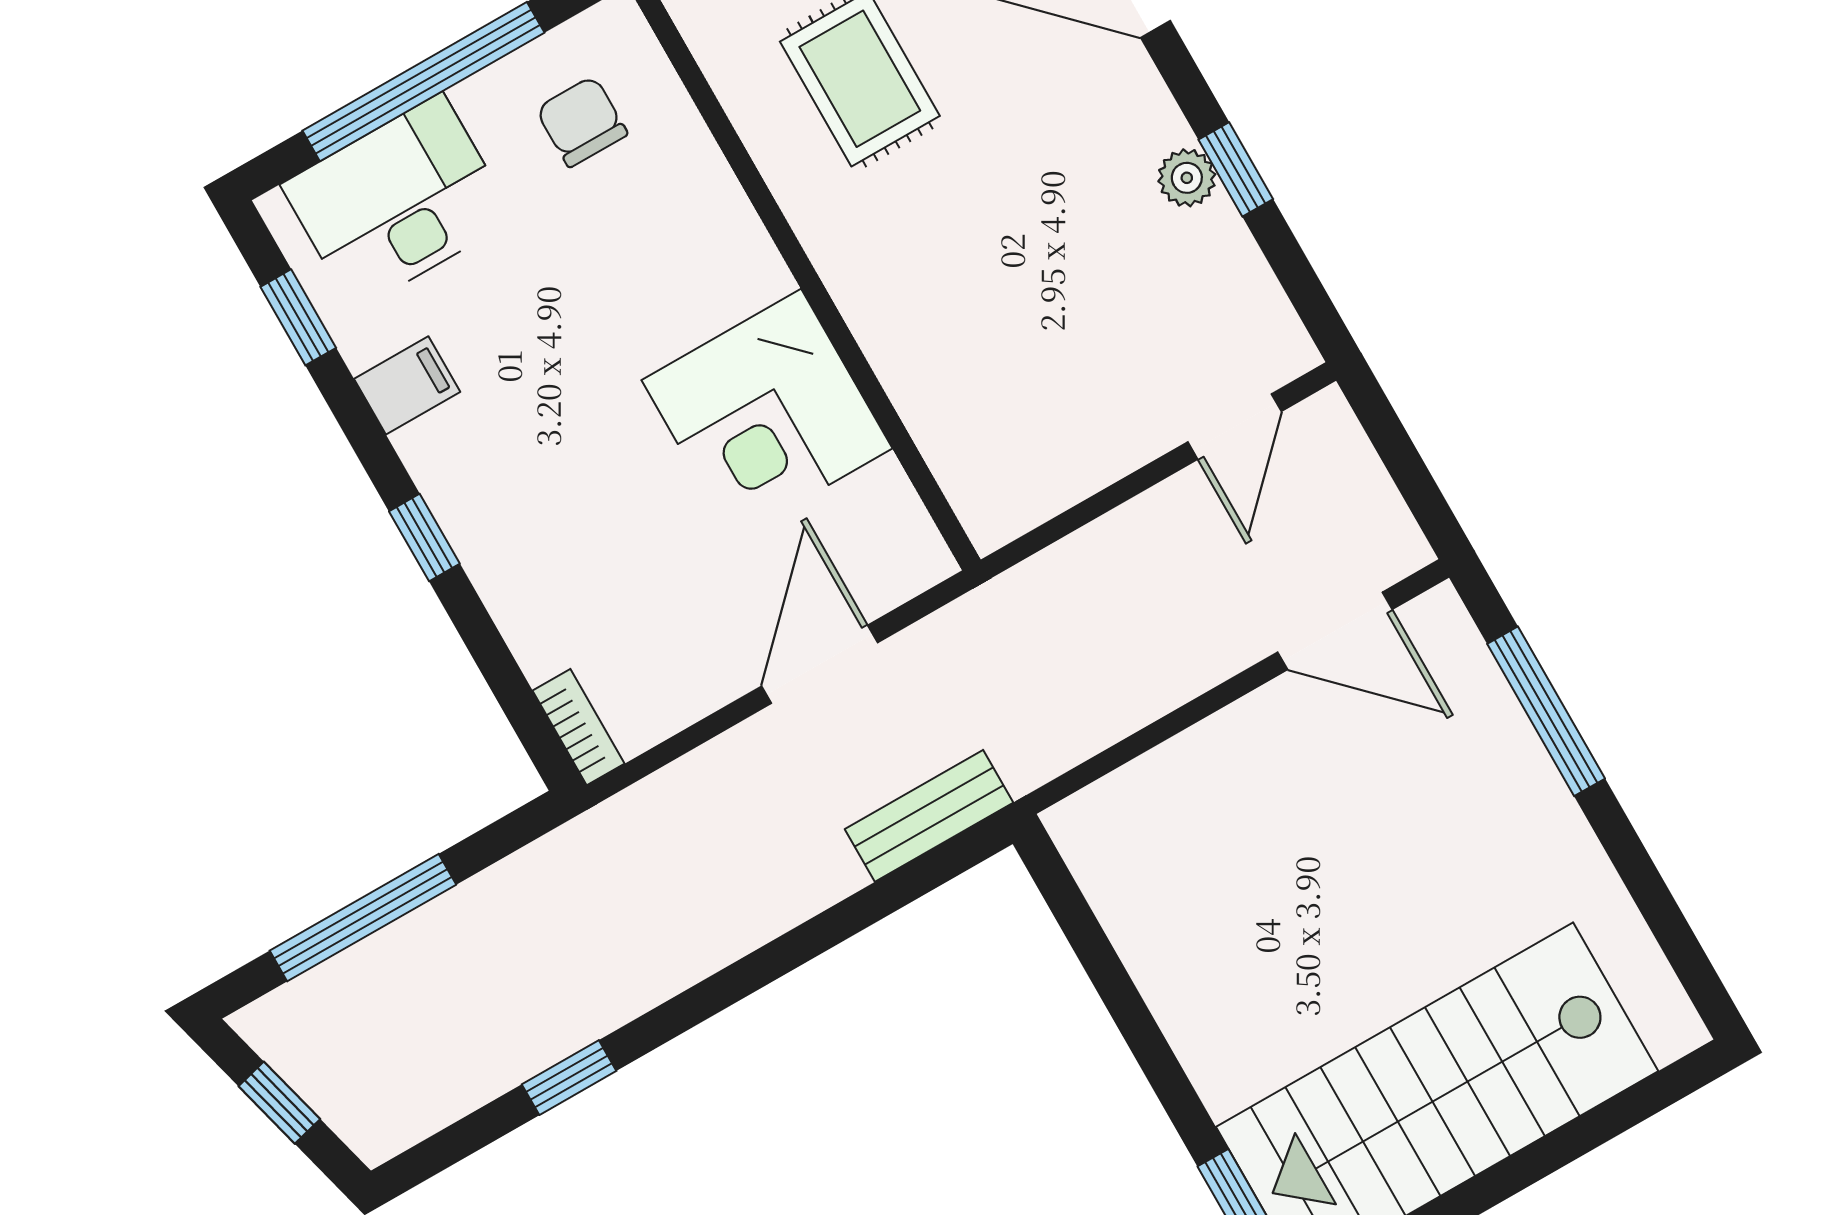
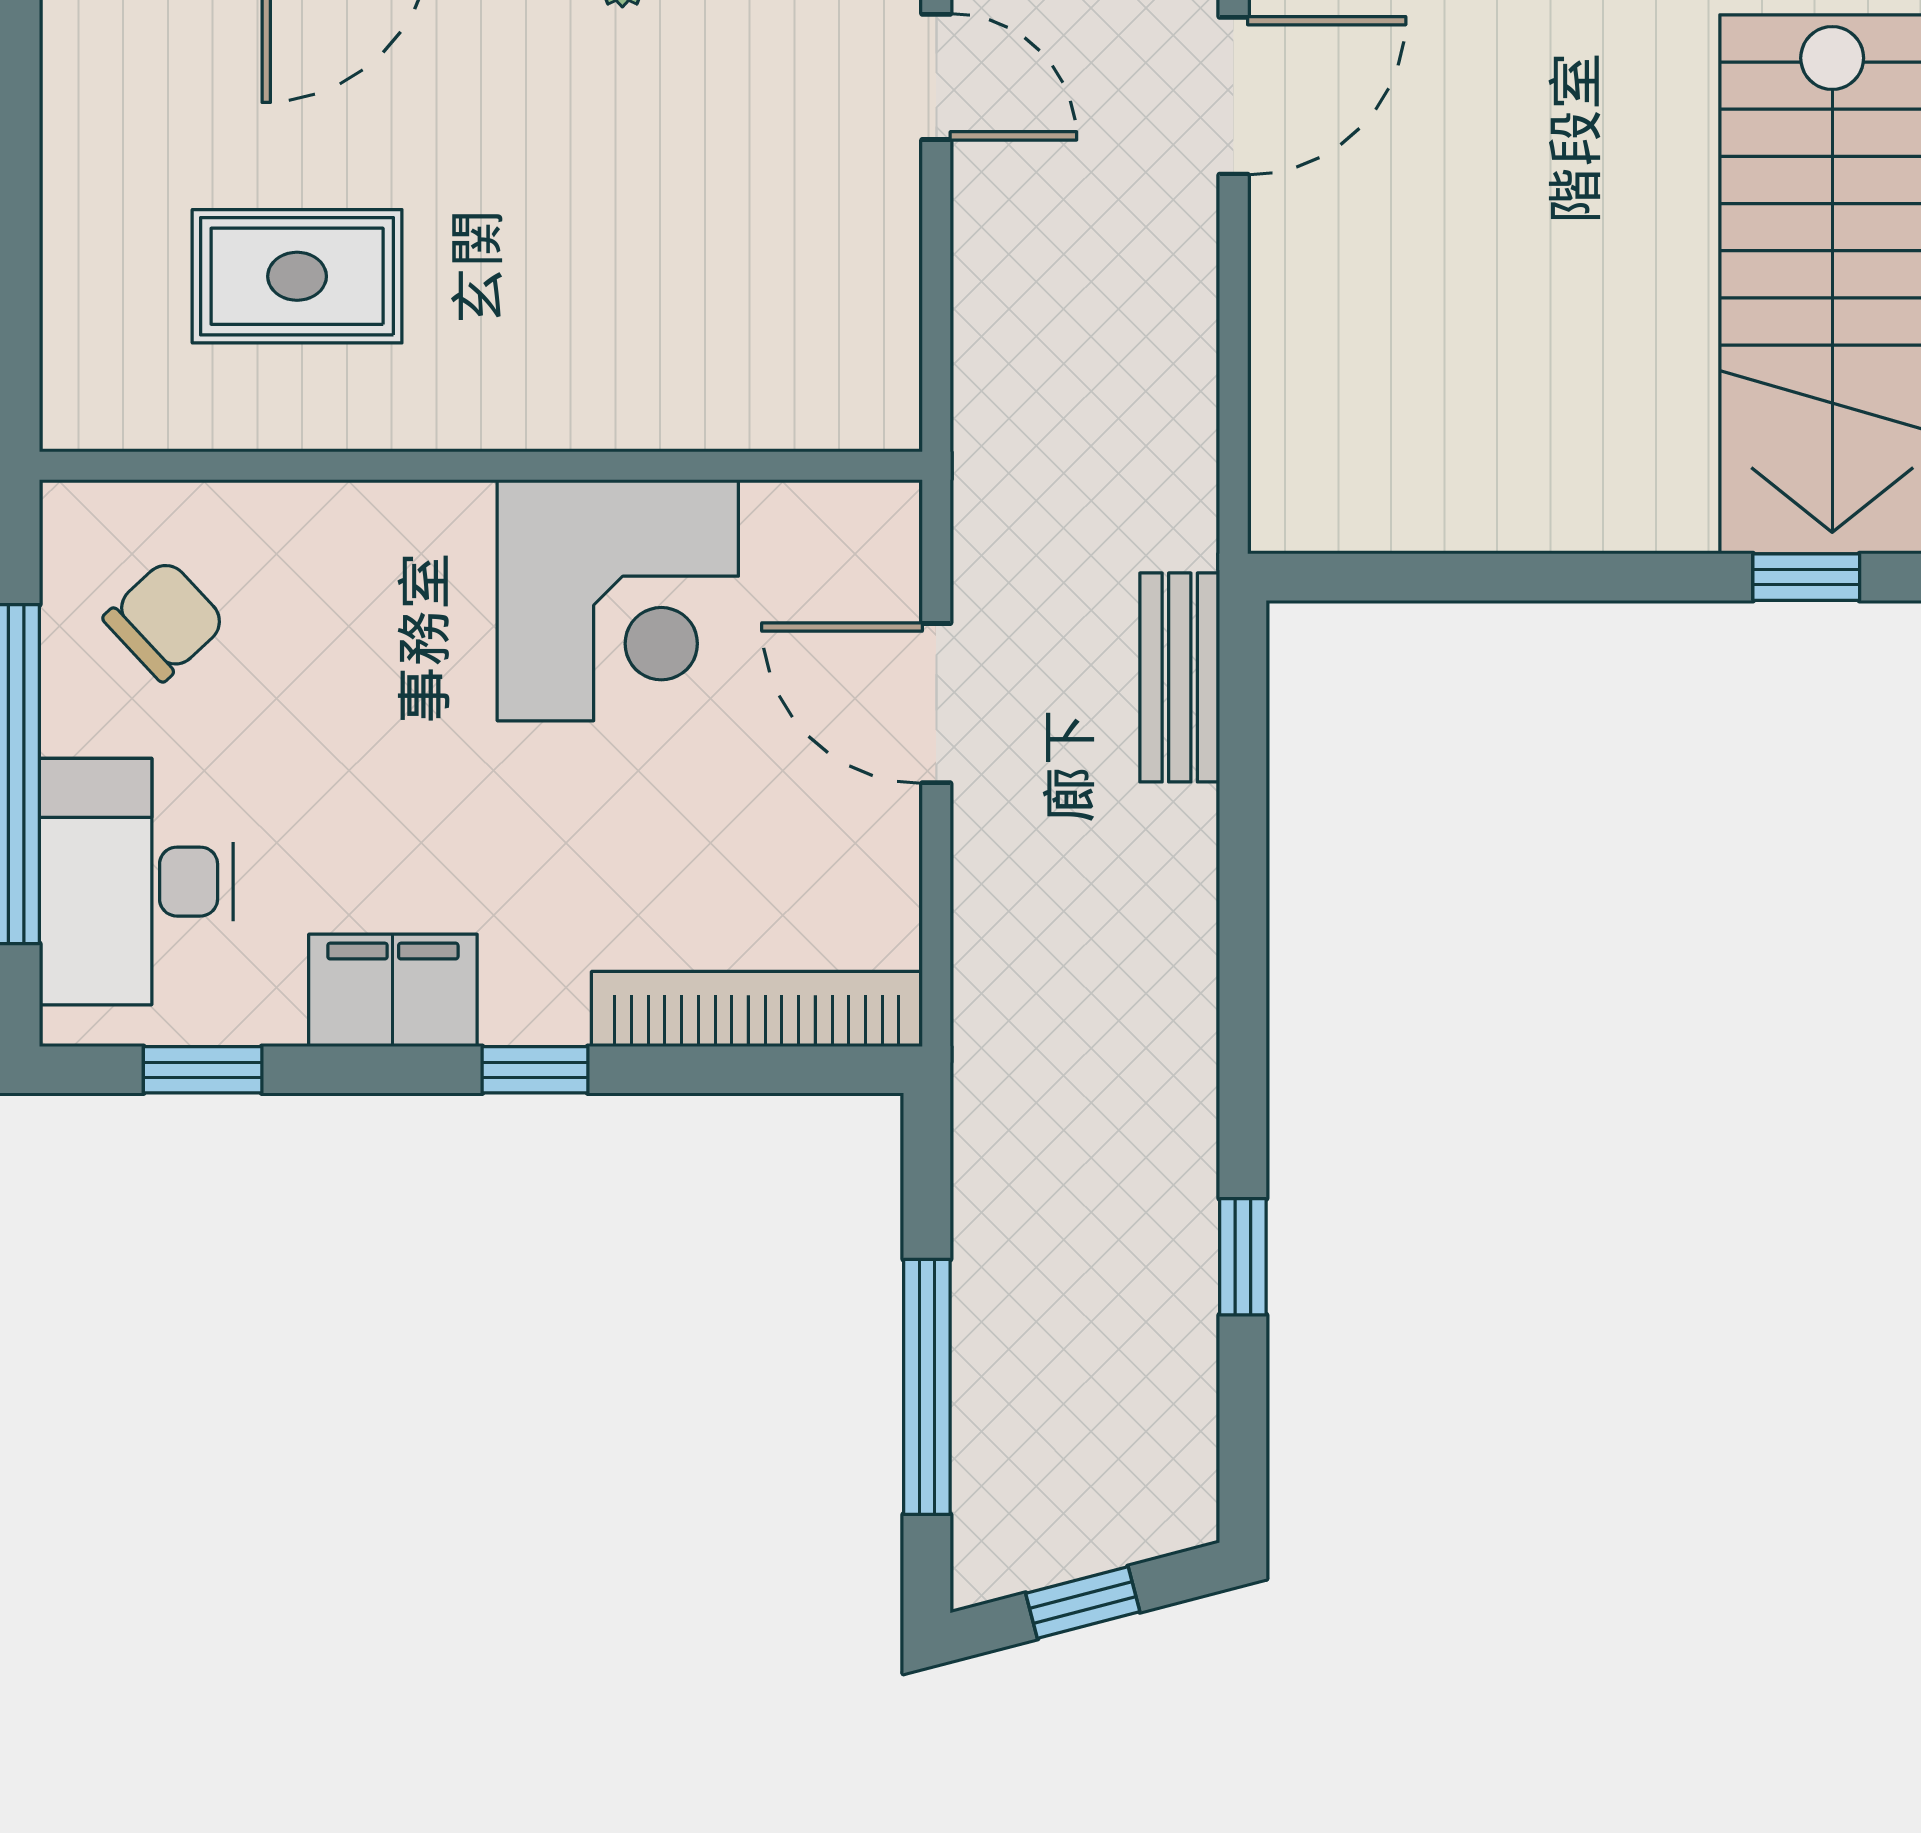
chair: (582, 122) -> (165, 620), turned 137
filing cabinet: (407, 385) -> (393, 990), width x2.00
bookcase: (579, 727) -> (757, 1009), width x2.31, depth x1.31

